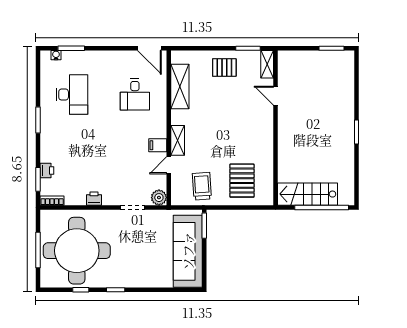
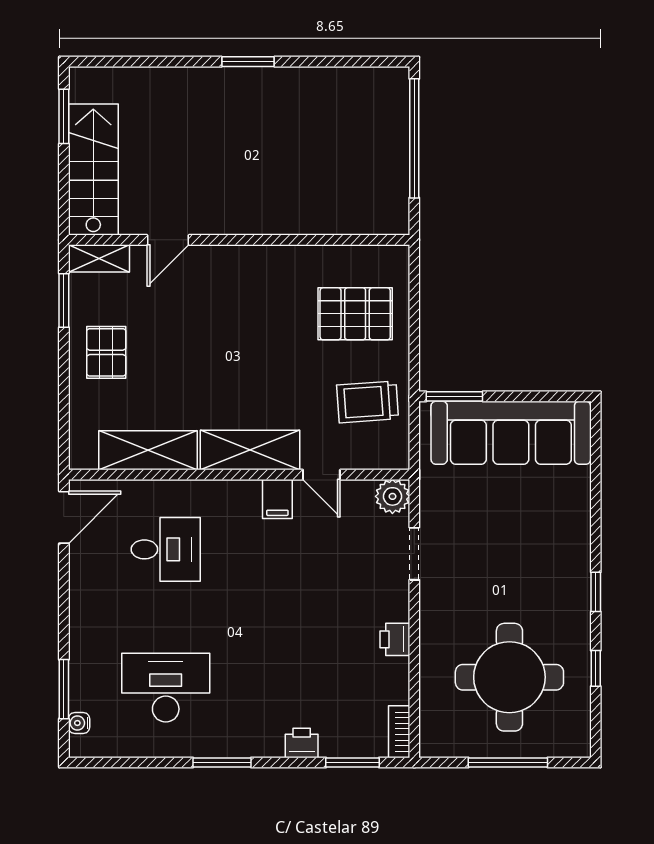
shelving: (178, 140) -> (250, 450), width x1.50, depth x1.33
printer: (47, 170) -> (302, 743), moved
stairs: (307, 194) -> (93, 170), moved, turned 180
round table: (77, 251) -> (509, 677), width x0.73, depth x0.73

